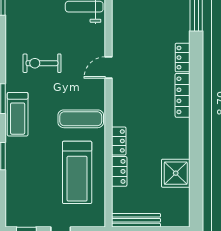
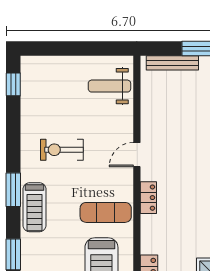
locker: (119, 141) -> (148, 198), moved

